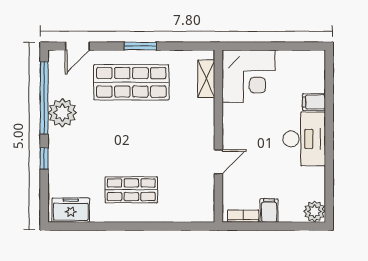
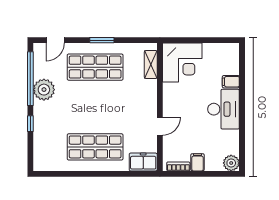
shop shelf: (131, 190) -> (95, 147), width x1.43, depth x1.36
freezer: (71, 210) -> (143, 162), moved

